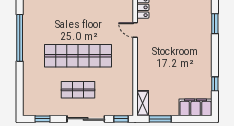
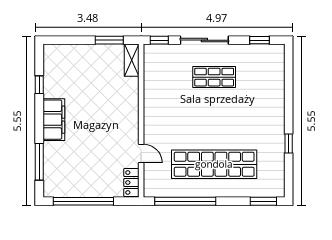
window: (215, 24) -> (39, 162), width x1.44
window: (20, 38) -> (289, 143), width x0.32
shop shelf: (78, 56) -> (214, 164), moved
filing cabinet: (196, 107) -> (54, 120), moved, turned -90

